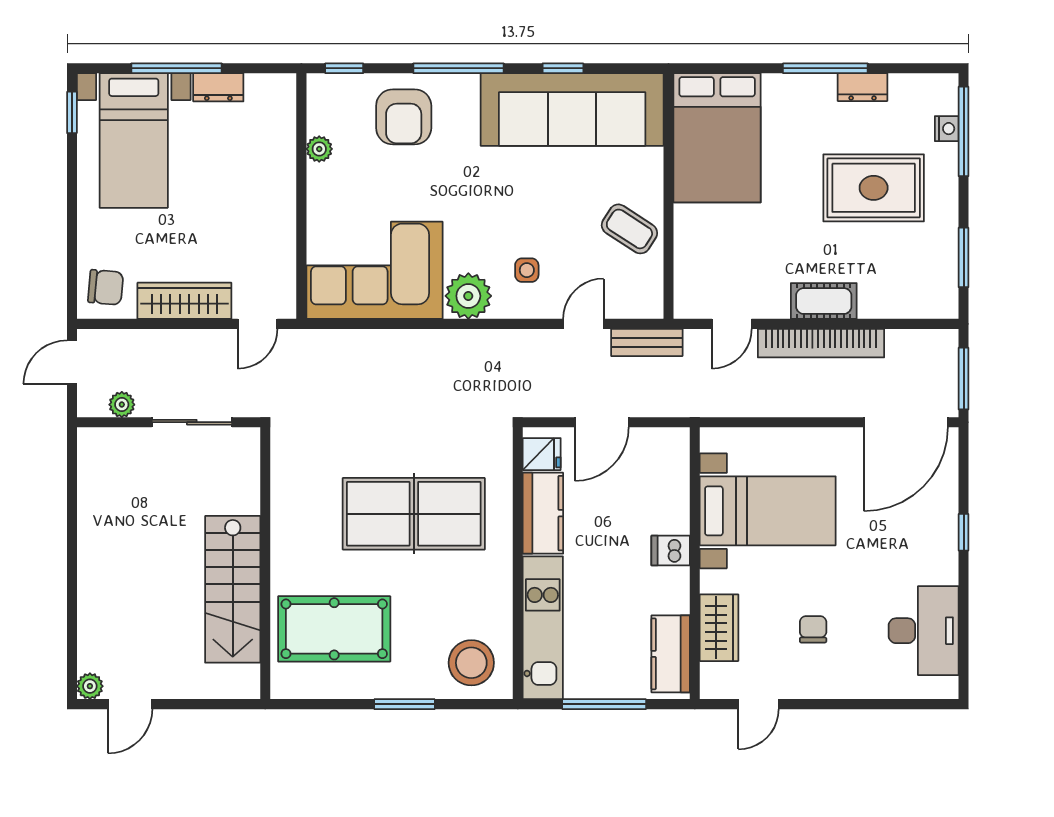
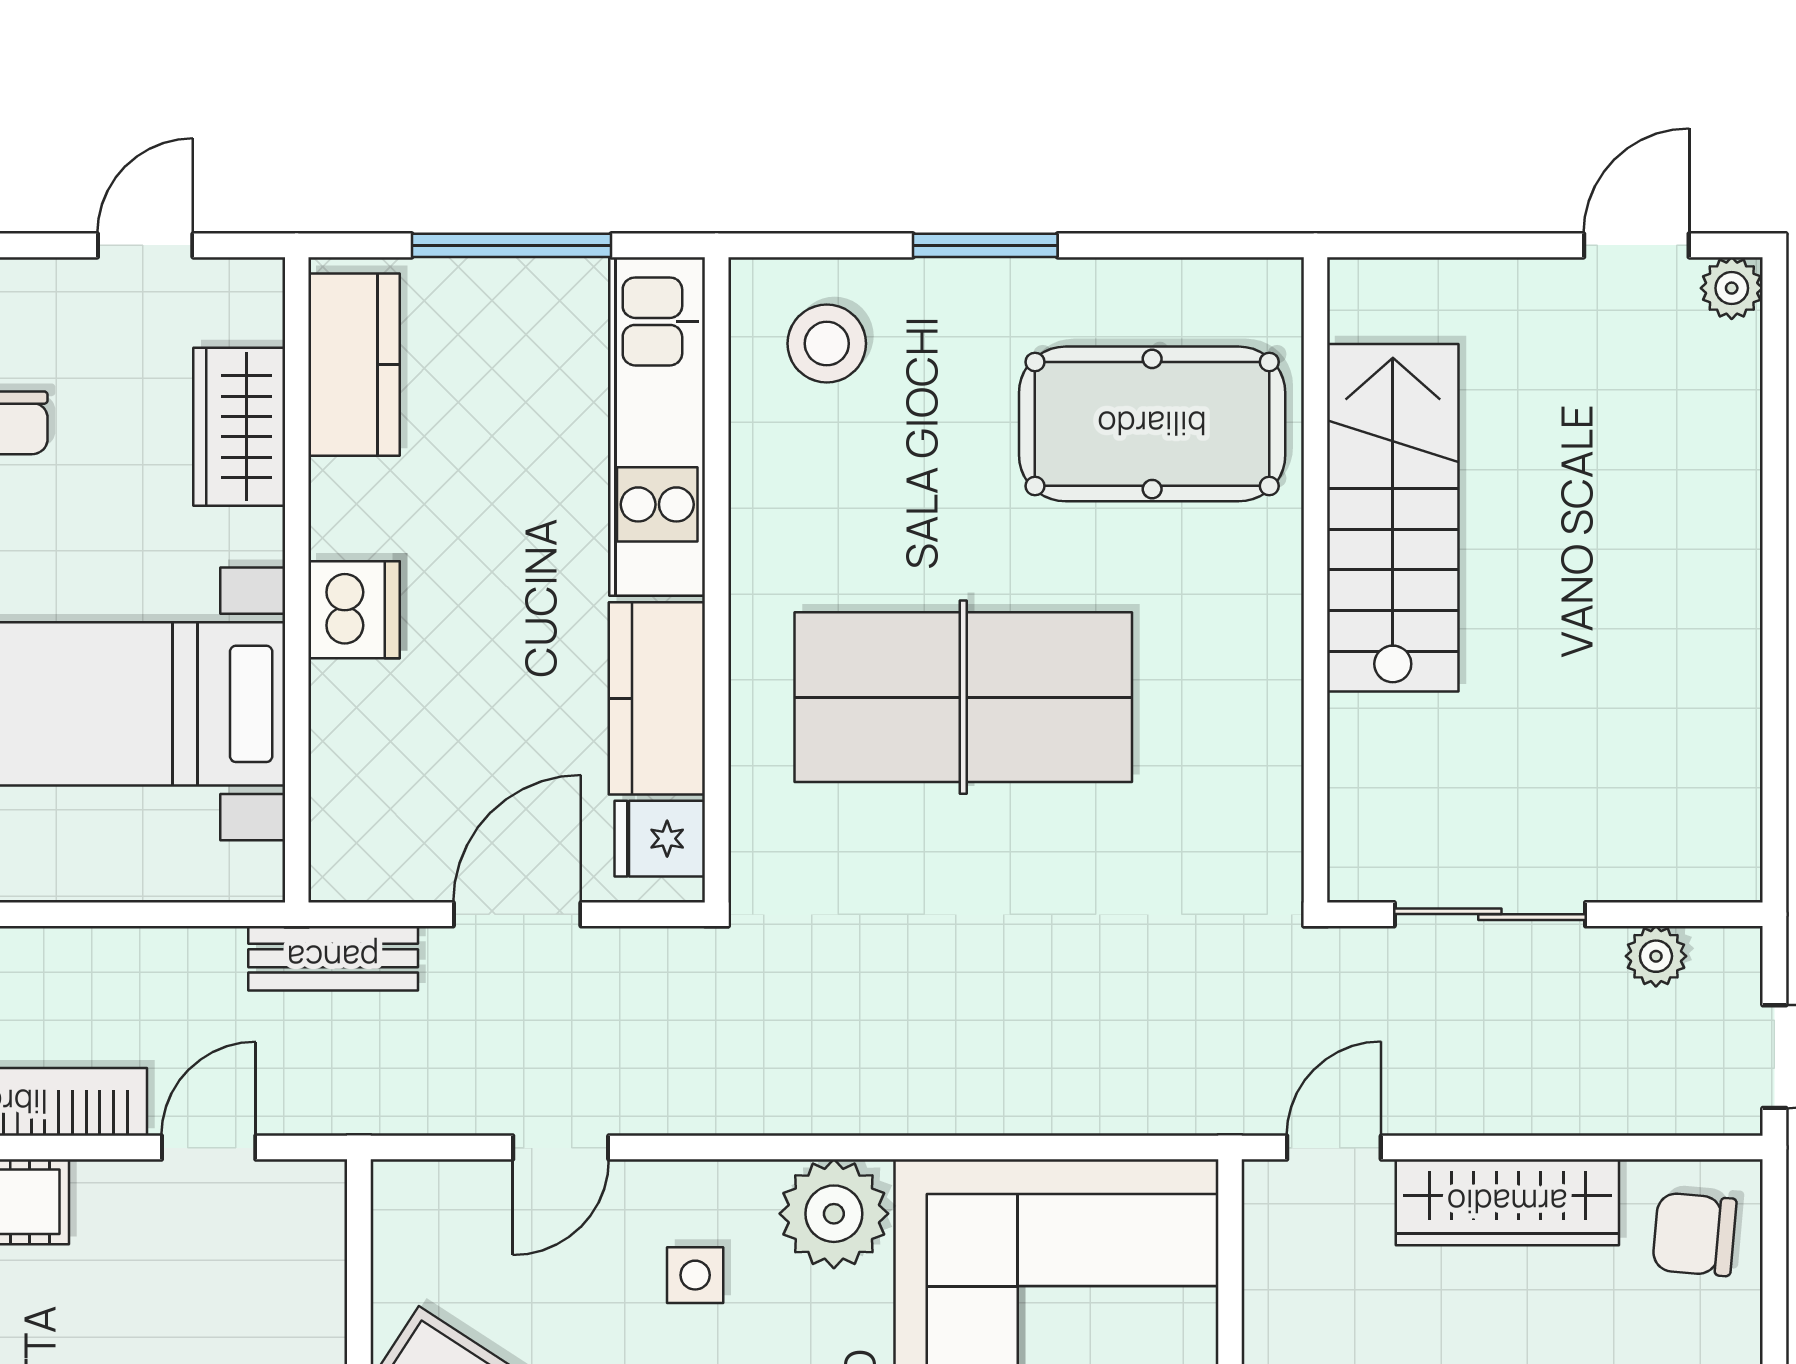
bench: (647, 342) -> (333, 958), moved
dishwasher: (671, 551) -> (354, 610), width x1.38
stool: (471, 663) -> (827, 344), width x0.73, depth x0.73

